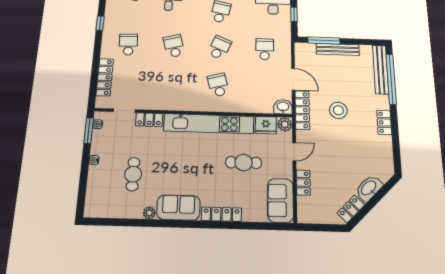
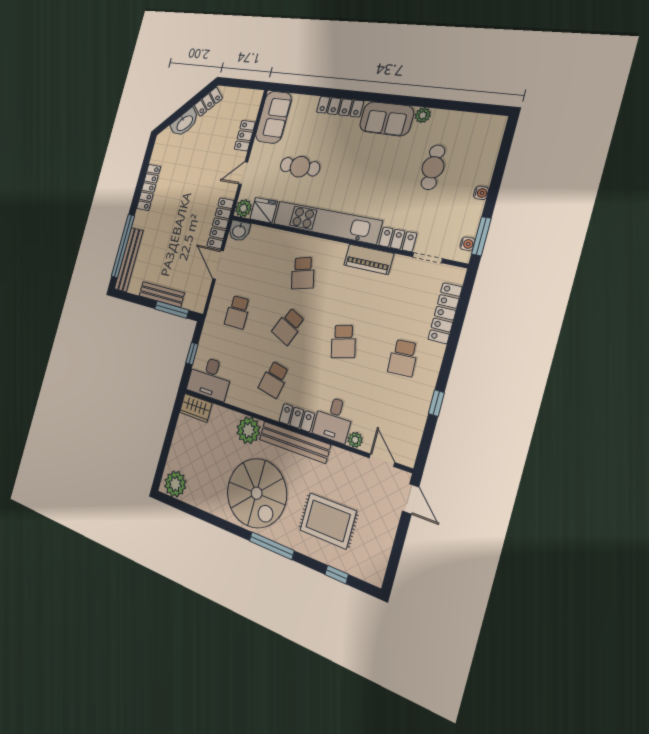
piano: (168, 103) -> (369, 259), added
stool: (338, 110) -> (185, 217), removed
locker: (384, 122) -> (149, 187), width x1.53

